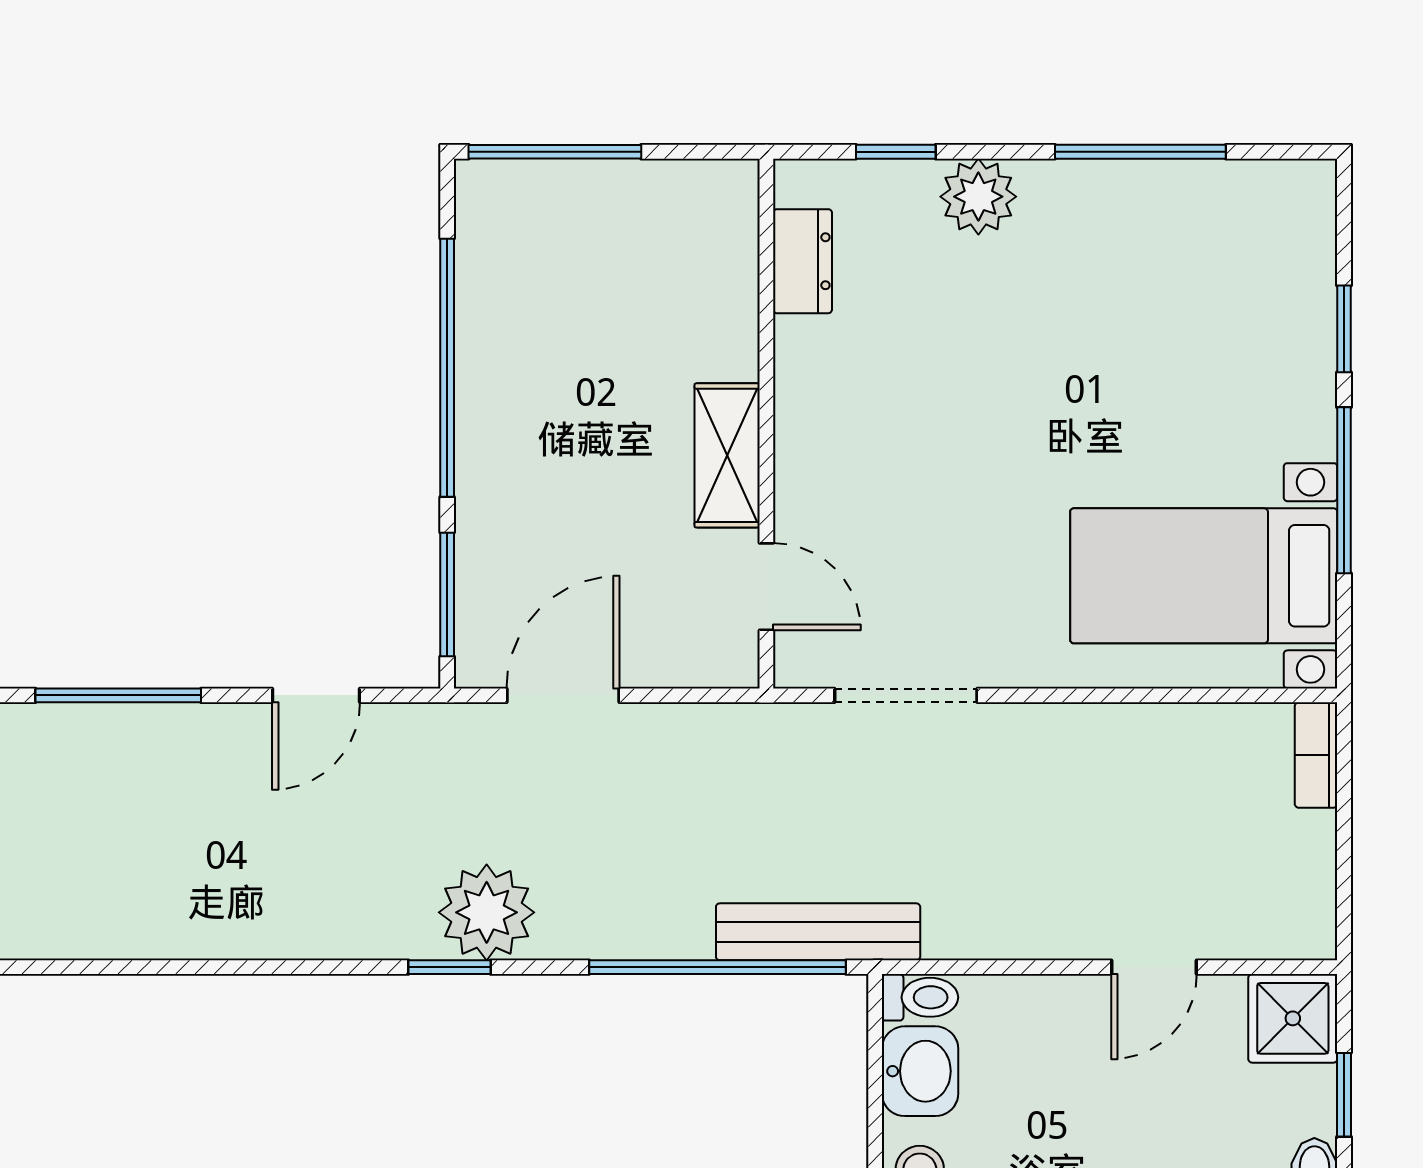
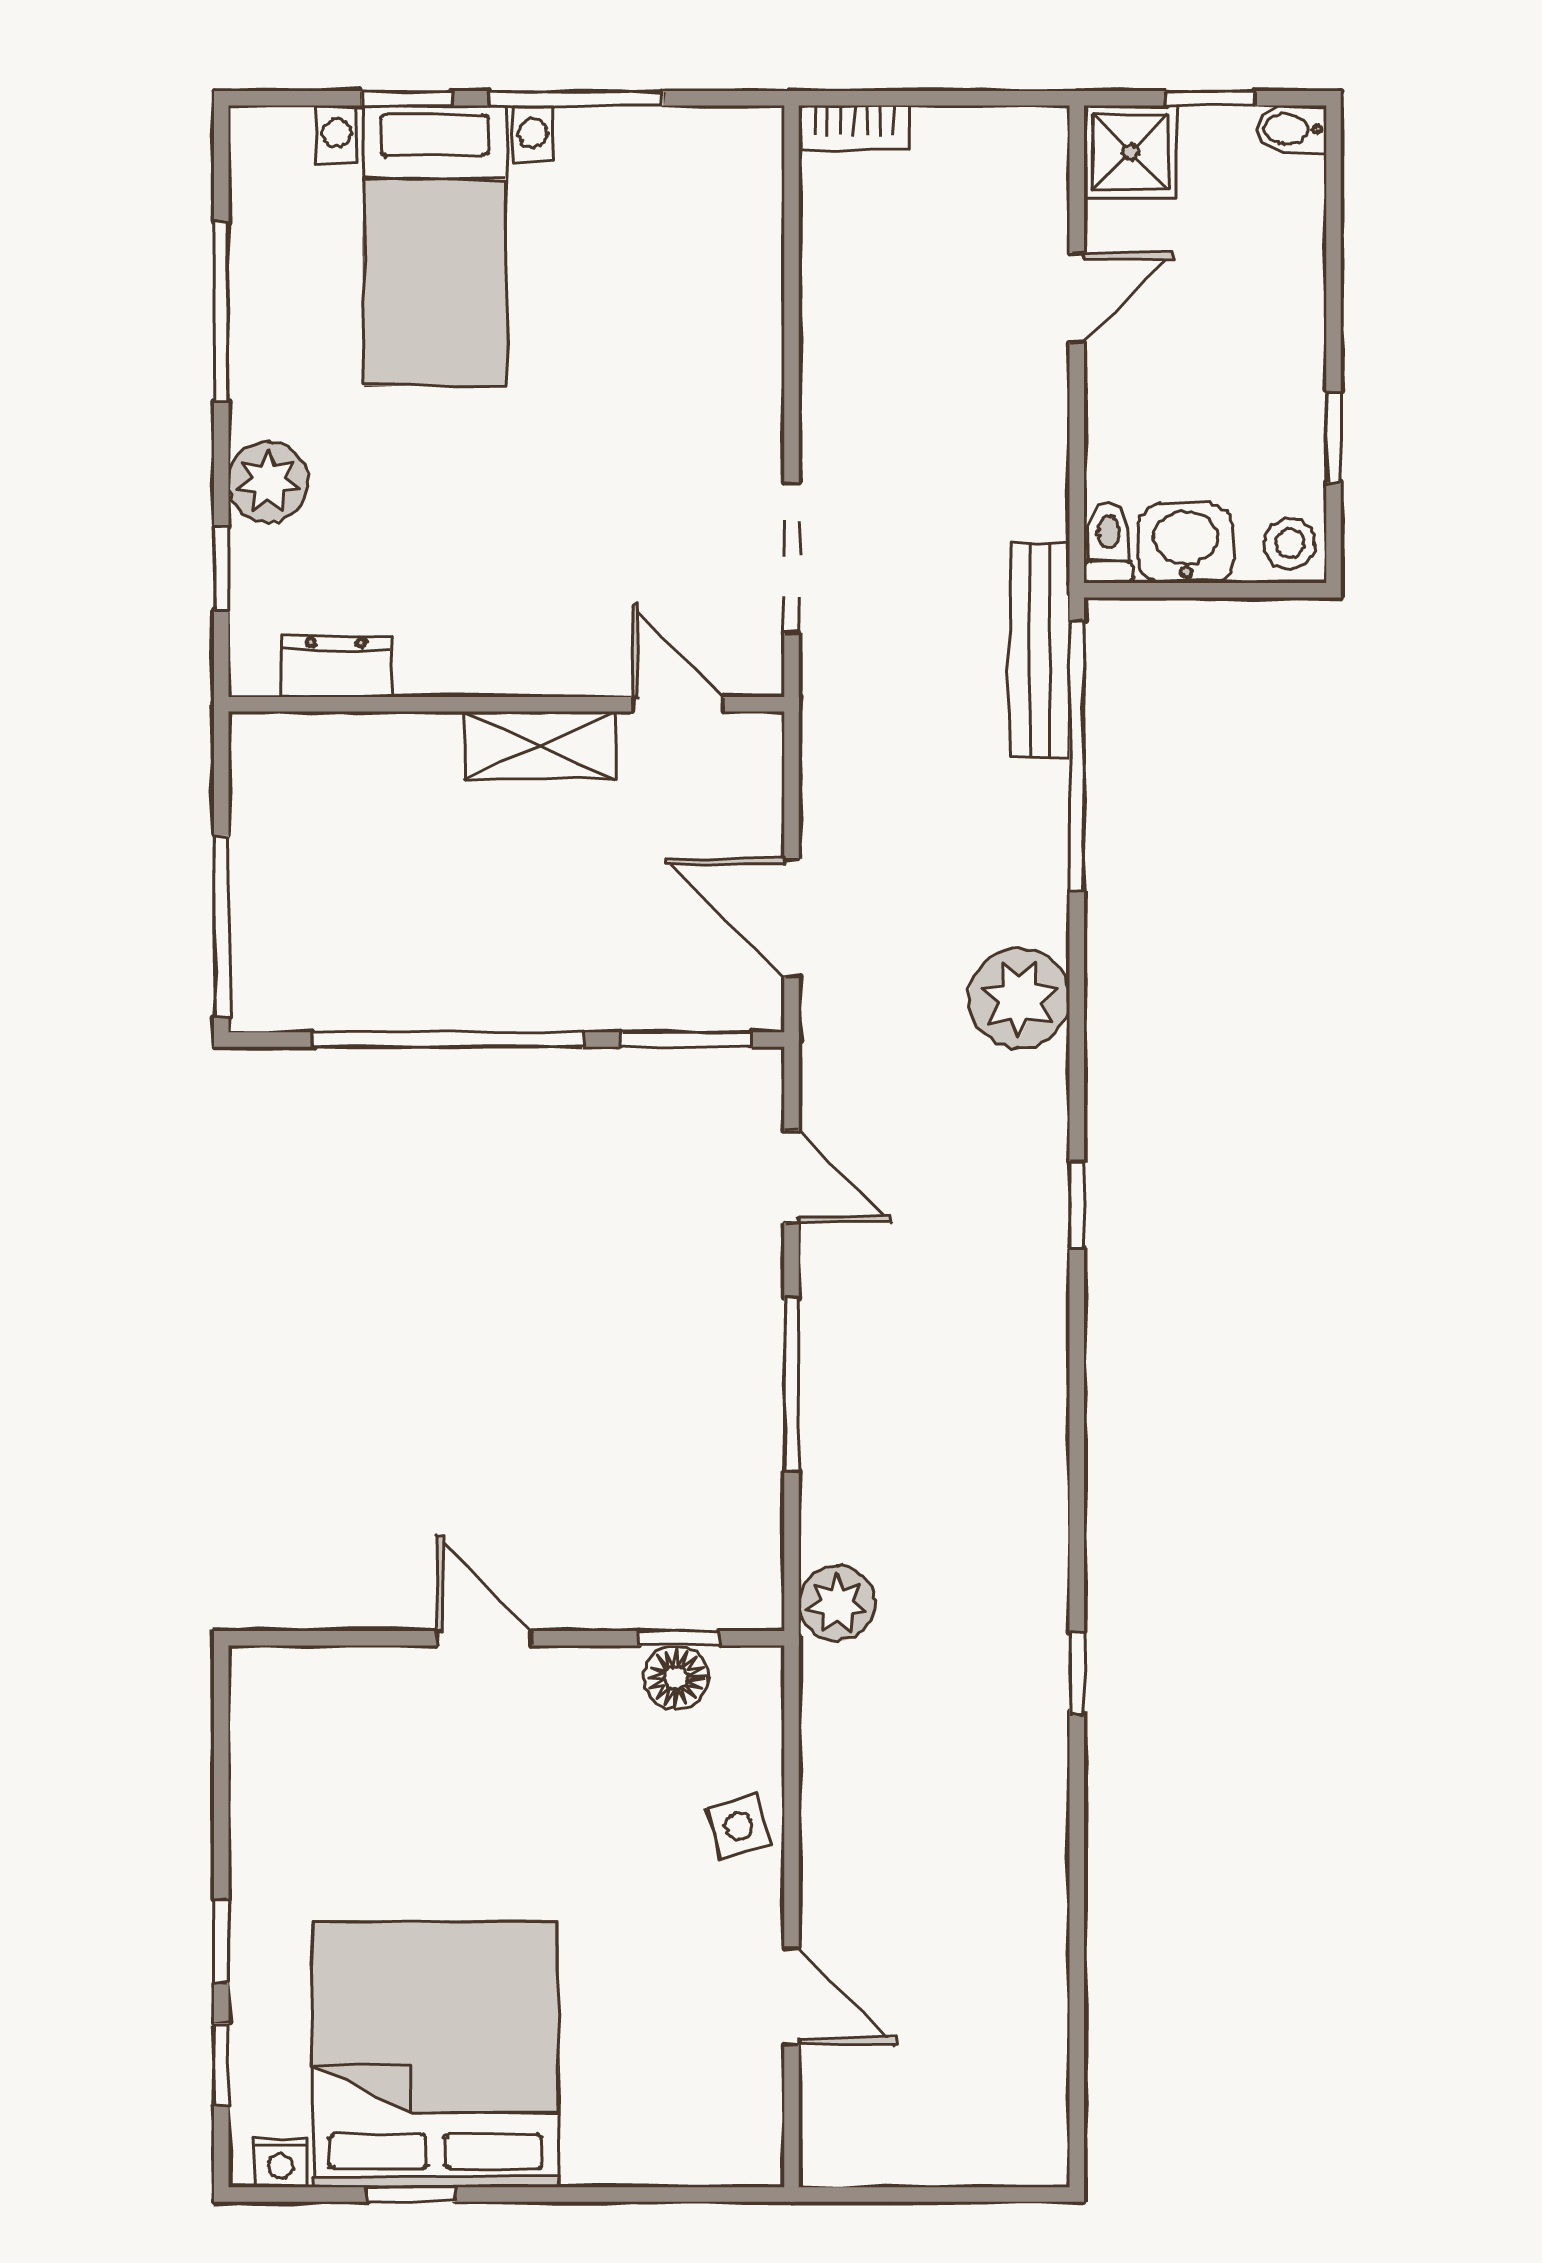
bed with nightstands: (1204, 576) -> (435, 245), moved
door: (766, 587) -> (678, 704), hinge flipped
window: (449, 967) -> (1077, 1205), moved
door: (1154, 967) -> (1077, 298), hinge flipped

